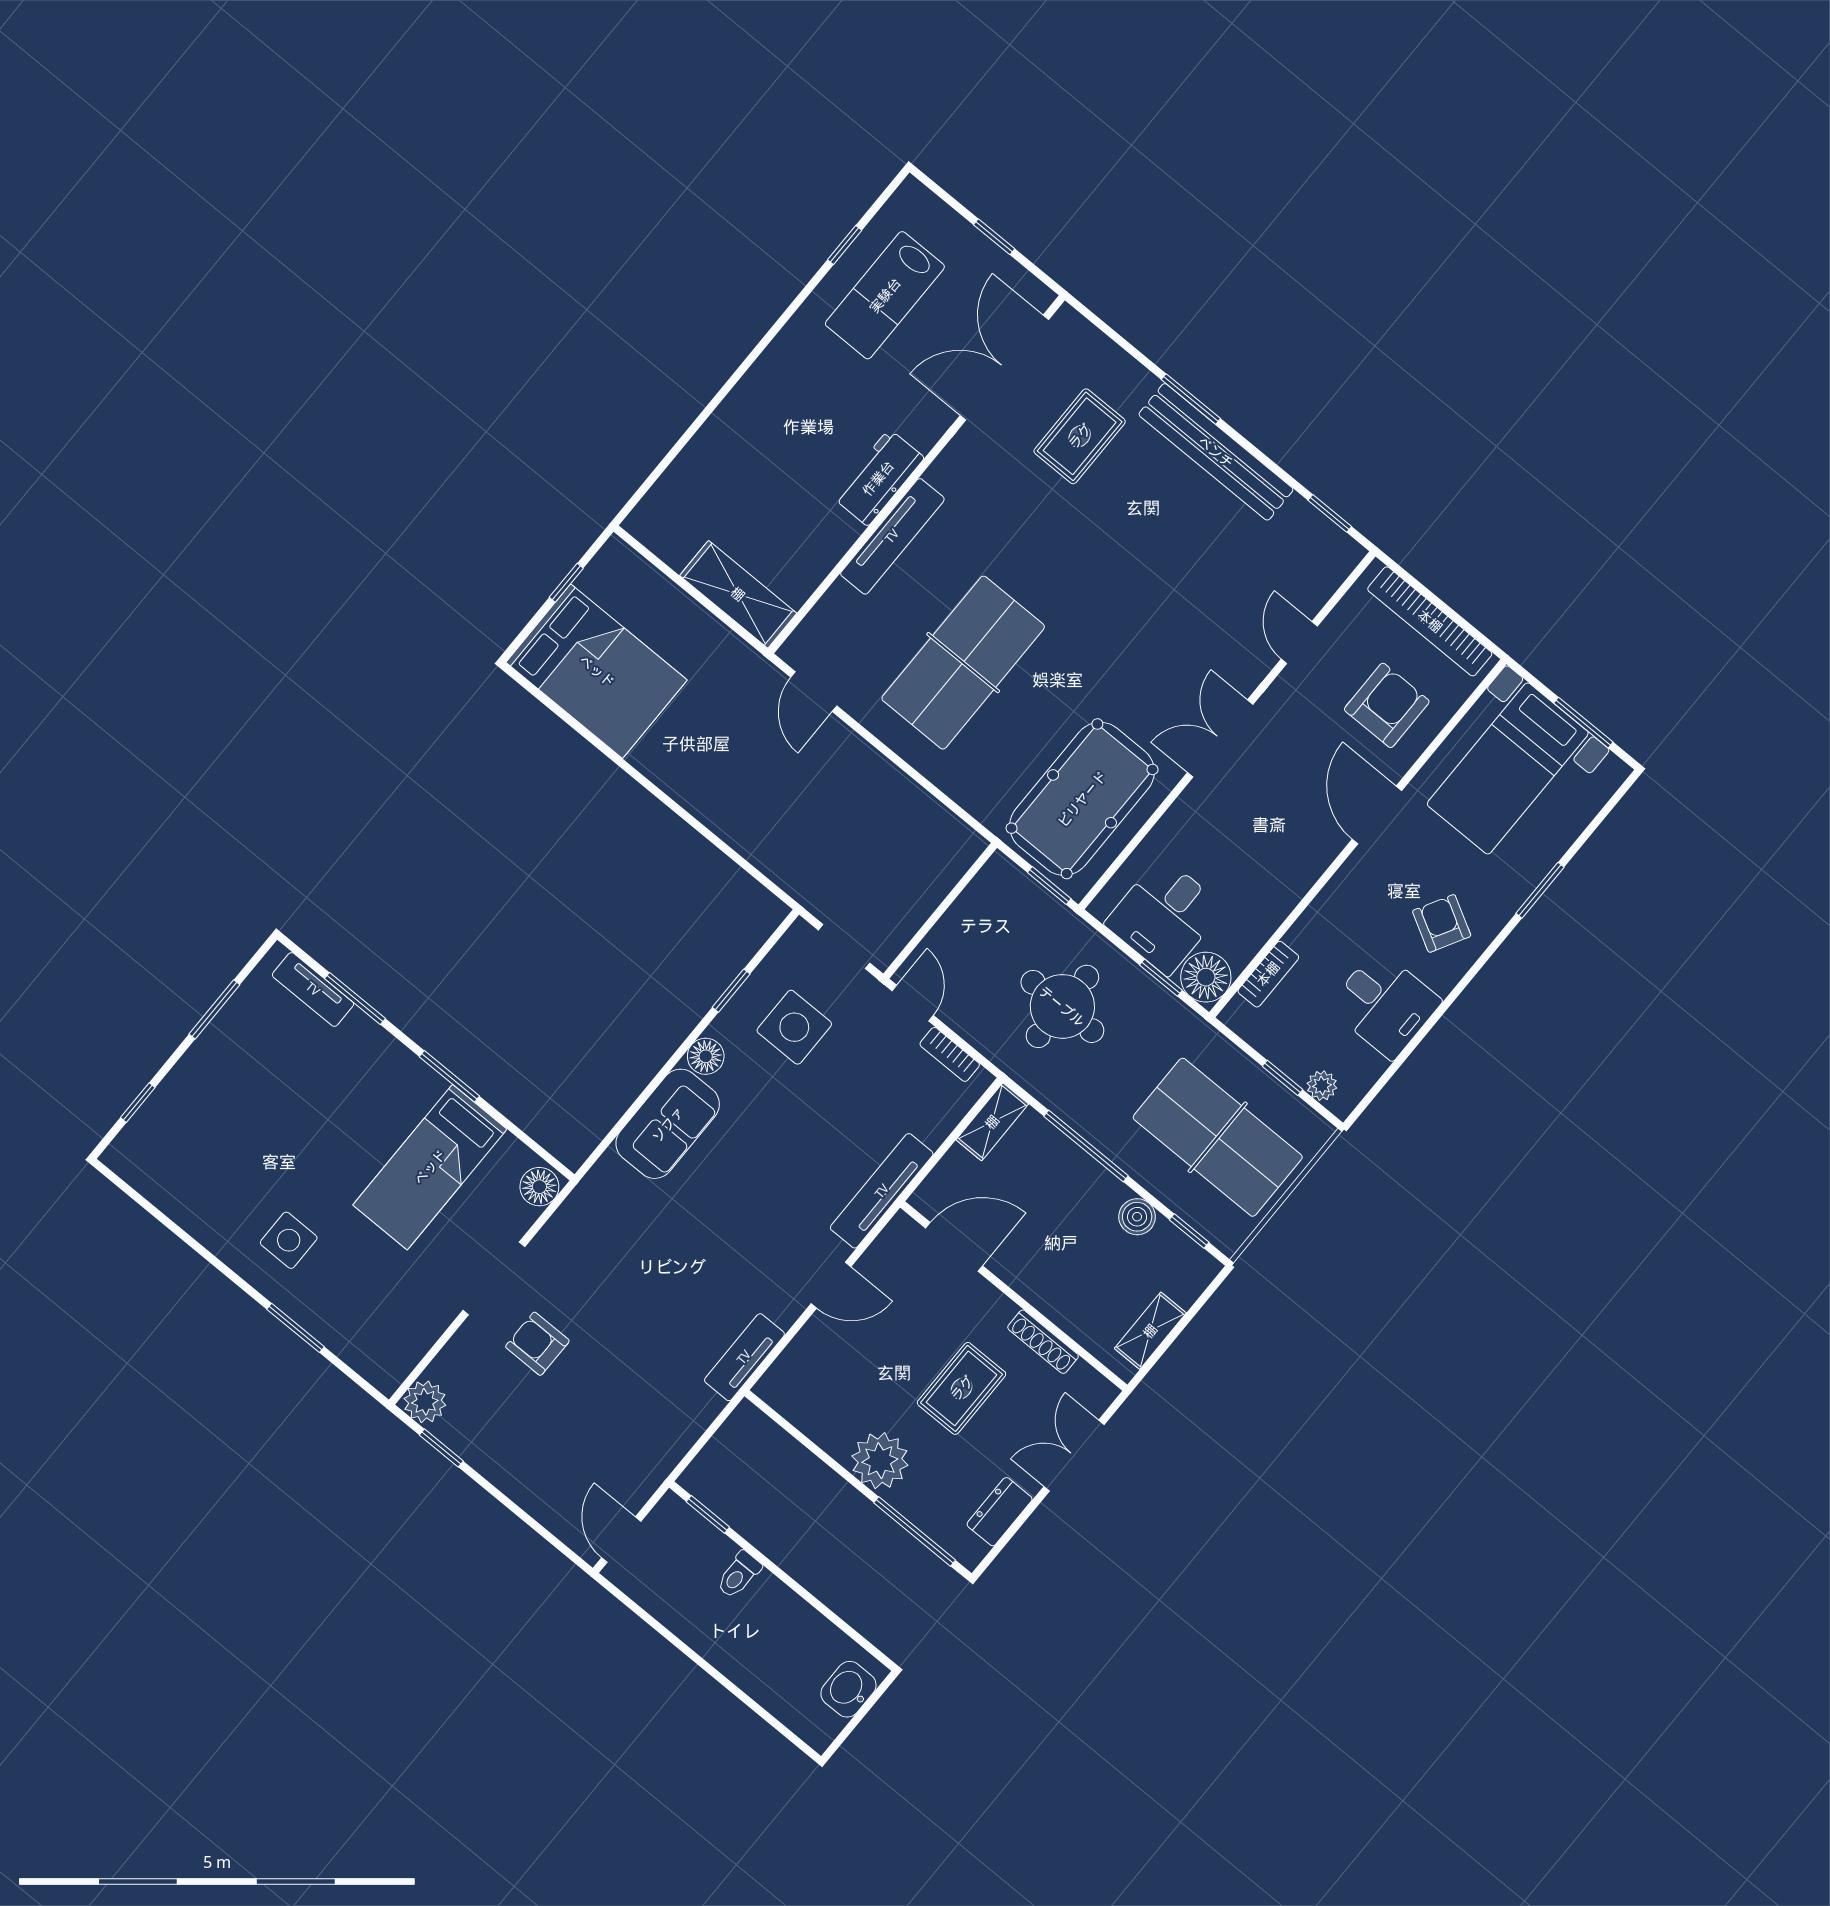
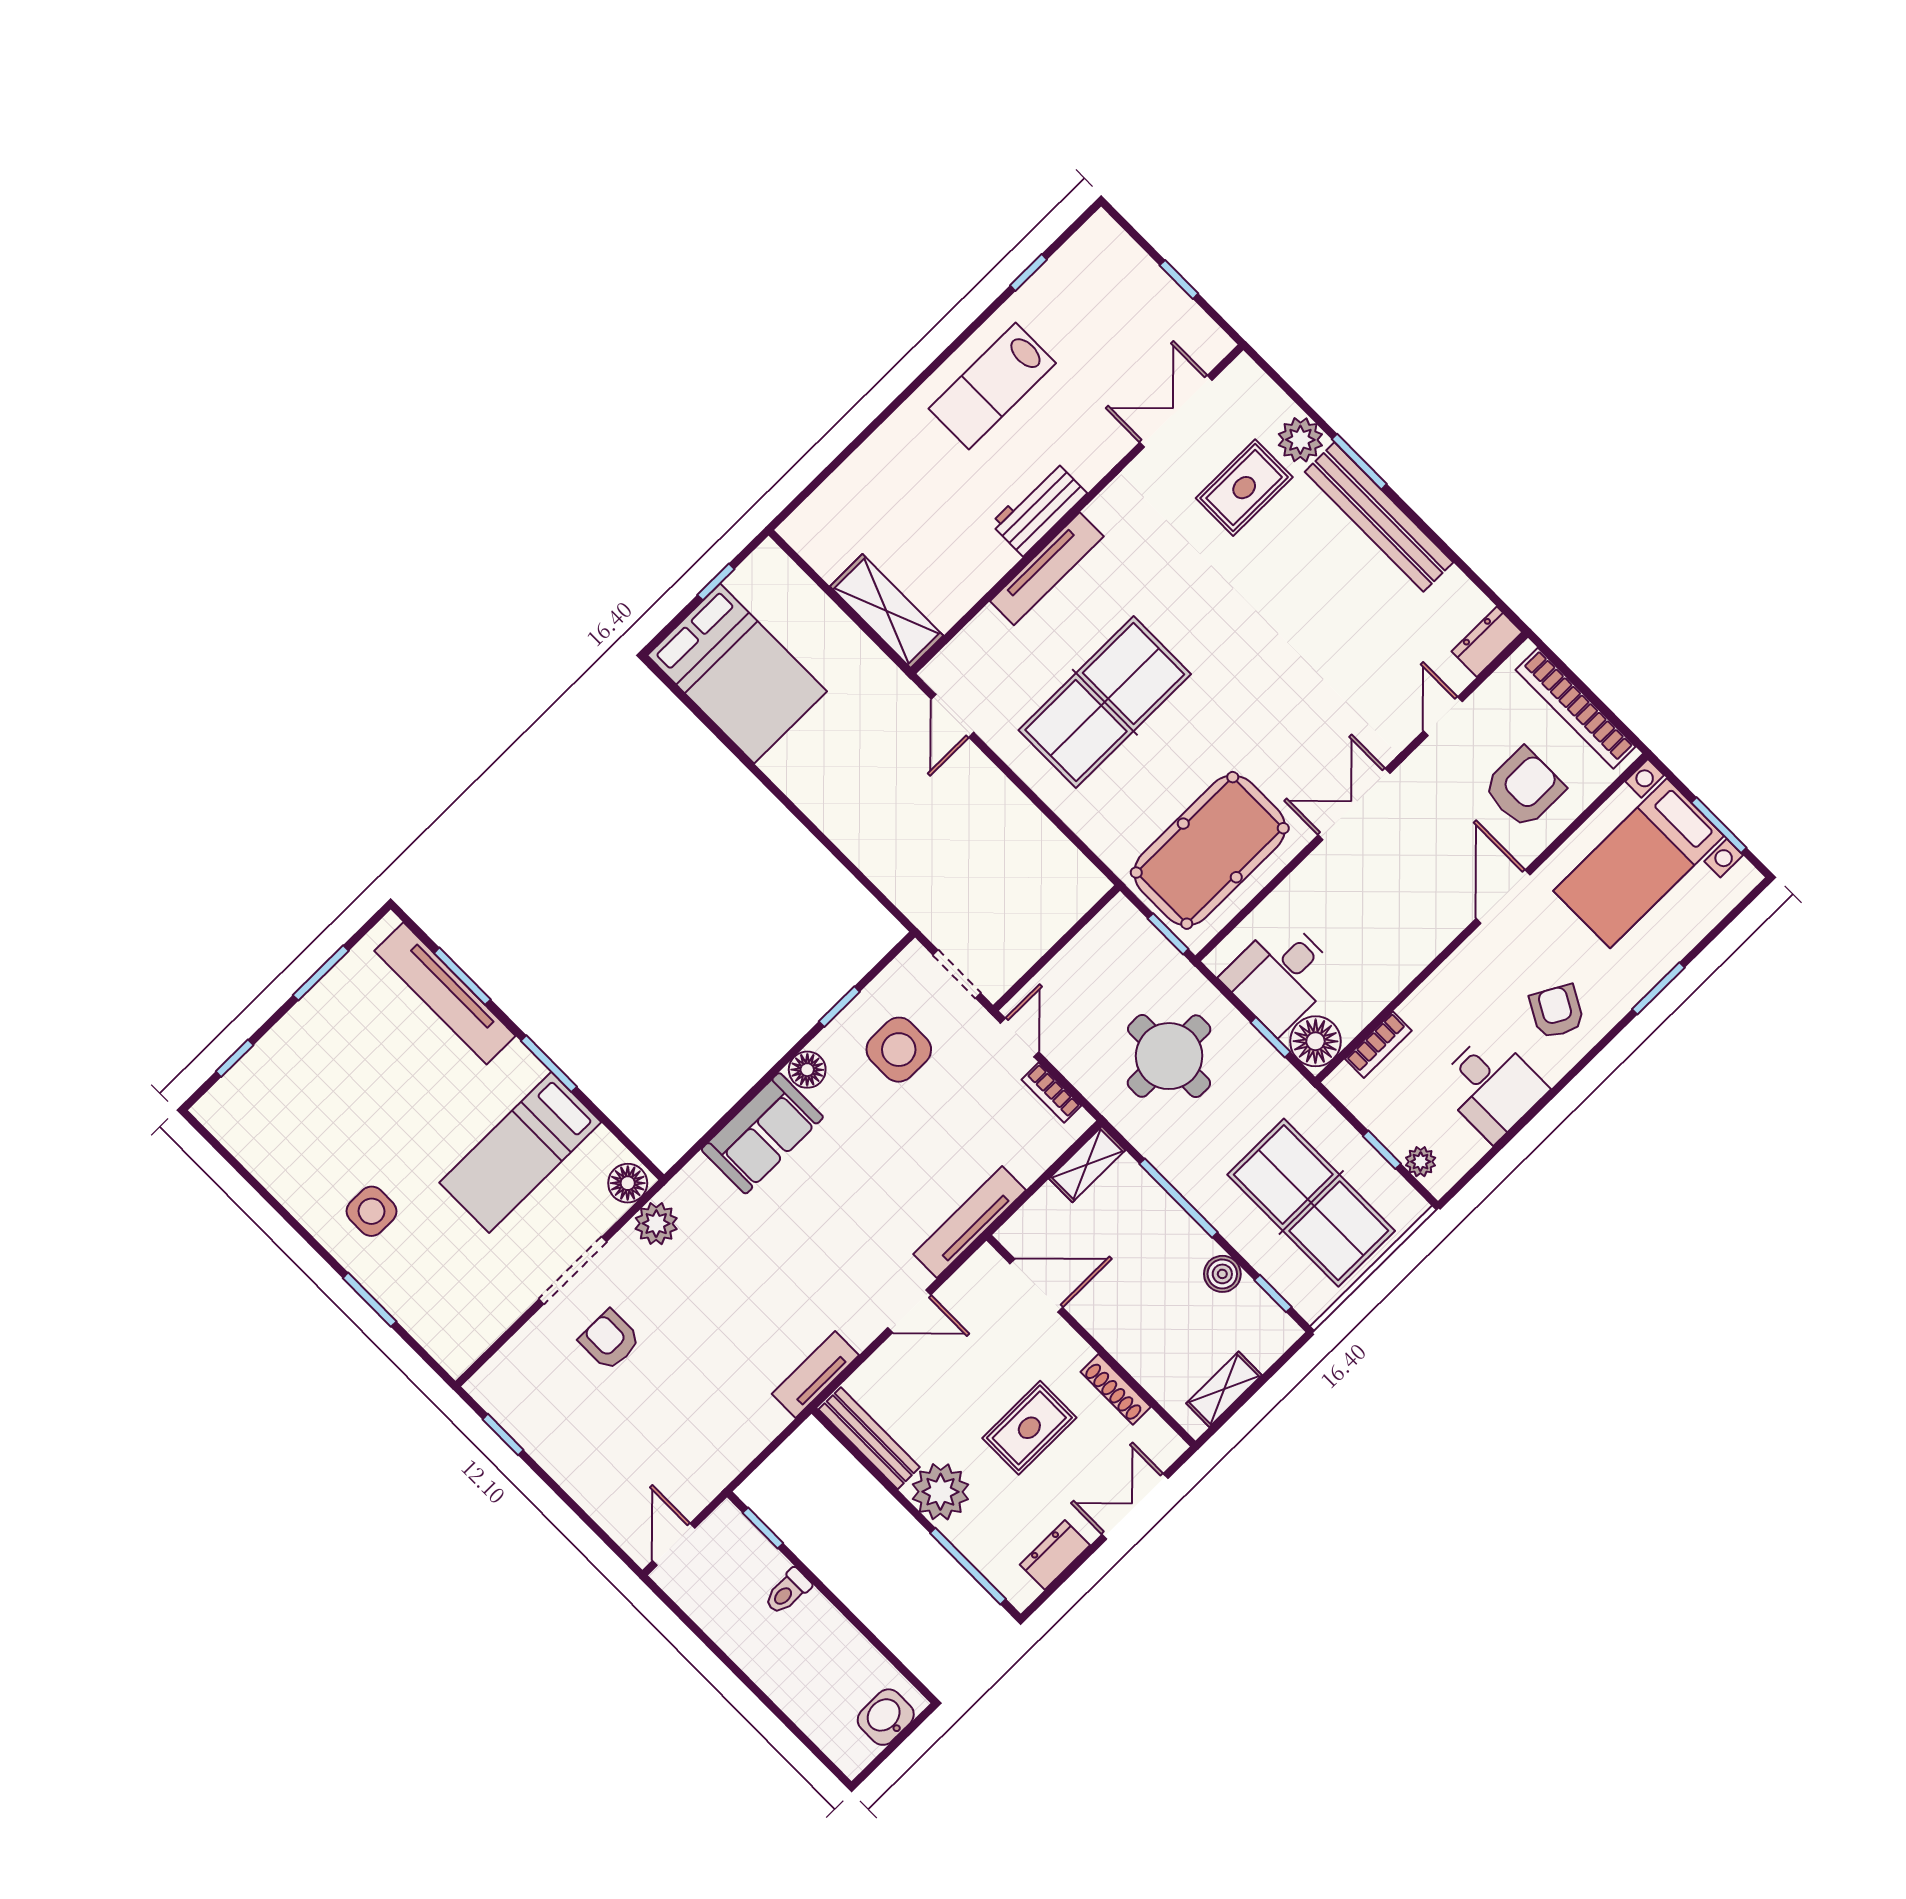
lab bench: (885, 295) -> (992, 386), moved
double door: (1004, 368) -> (1176, 411), width x0.73
plant: (1130, 383) -> (1300, 440), added
window: (1330, 513) -> (1486, 590), removed
dresser: (1335, 564) -> (1487, 642), added
tv unit: (313, 989) -> (445, 993), width x1.92, depth x1.29
plant: (425, 1402) -> (656, 1224), moved
bench: (804, 1415) -> (869, 1438), added

